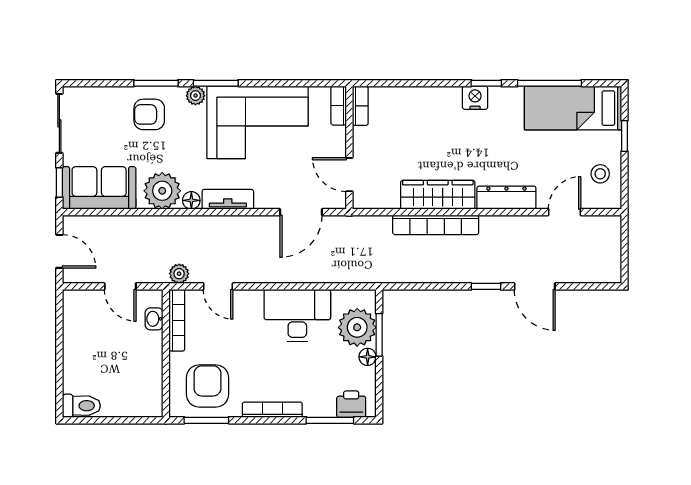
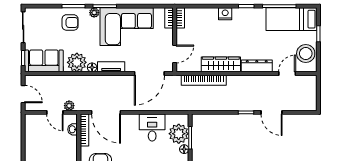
nightstand: (475, 98) -> (225, 14), moved
armchair: (149, 114) -> (70, 22), turned 180
stool: (600, 174) -> (306, 54), width x1.89, depth x1.89
door: (349, 175) -> (175, 54), swing flipped
door: (301, 212) -> (149, 74), width x1.36
bookcase: (436, 225) -> (204, 80), moved
plant: (179, 274) -> (69, 106), moved
door: (218, 286) -> (106, 112), width x1.87
desk: (297, 316) -> (152, 128), width x0.73

